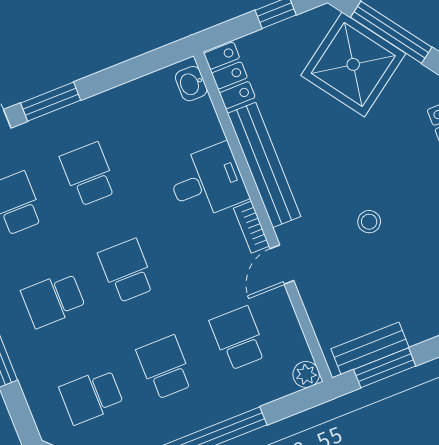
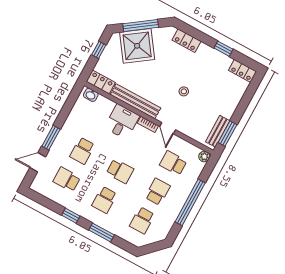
school desk: (88, 174) -> (82, 151), turned -90
school desk: (127, 271) -> (120, 171), turned 180
school desk: (165, 367) -> (158, 192), turned 90

